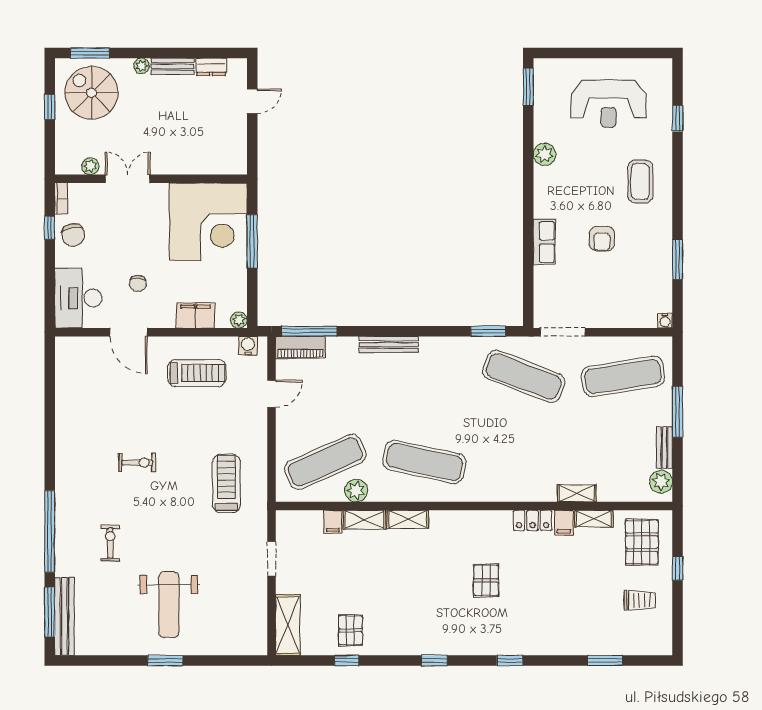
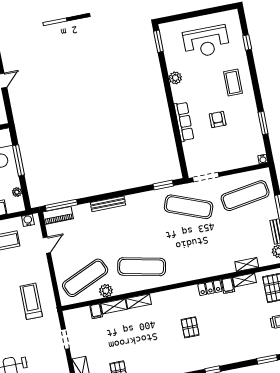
armchair: (602, 239) -> (218, 119), turned 180
row of seats: (544, 242) -> (184, 122), width x1.48
plant: (239, 320) -> (17, 192), moved
shelving: (577, 493) -> (247, 265), moved

